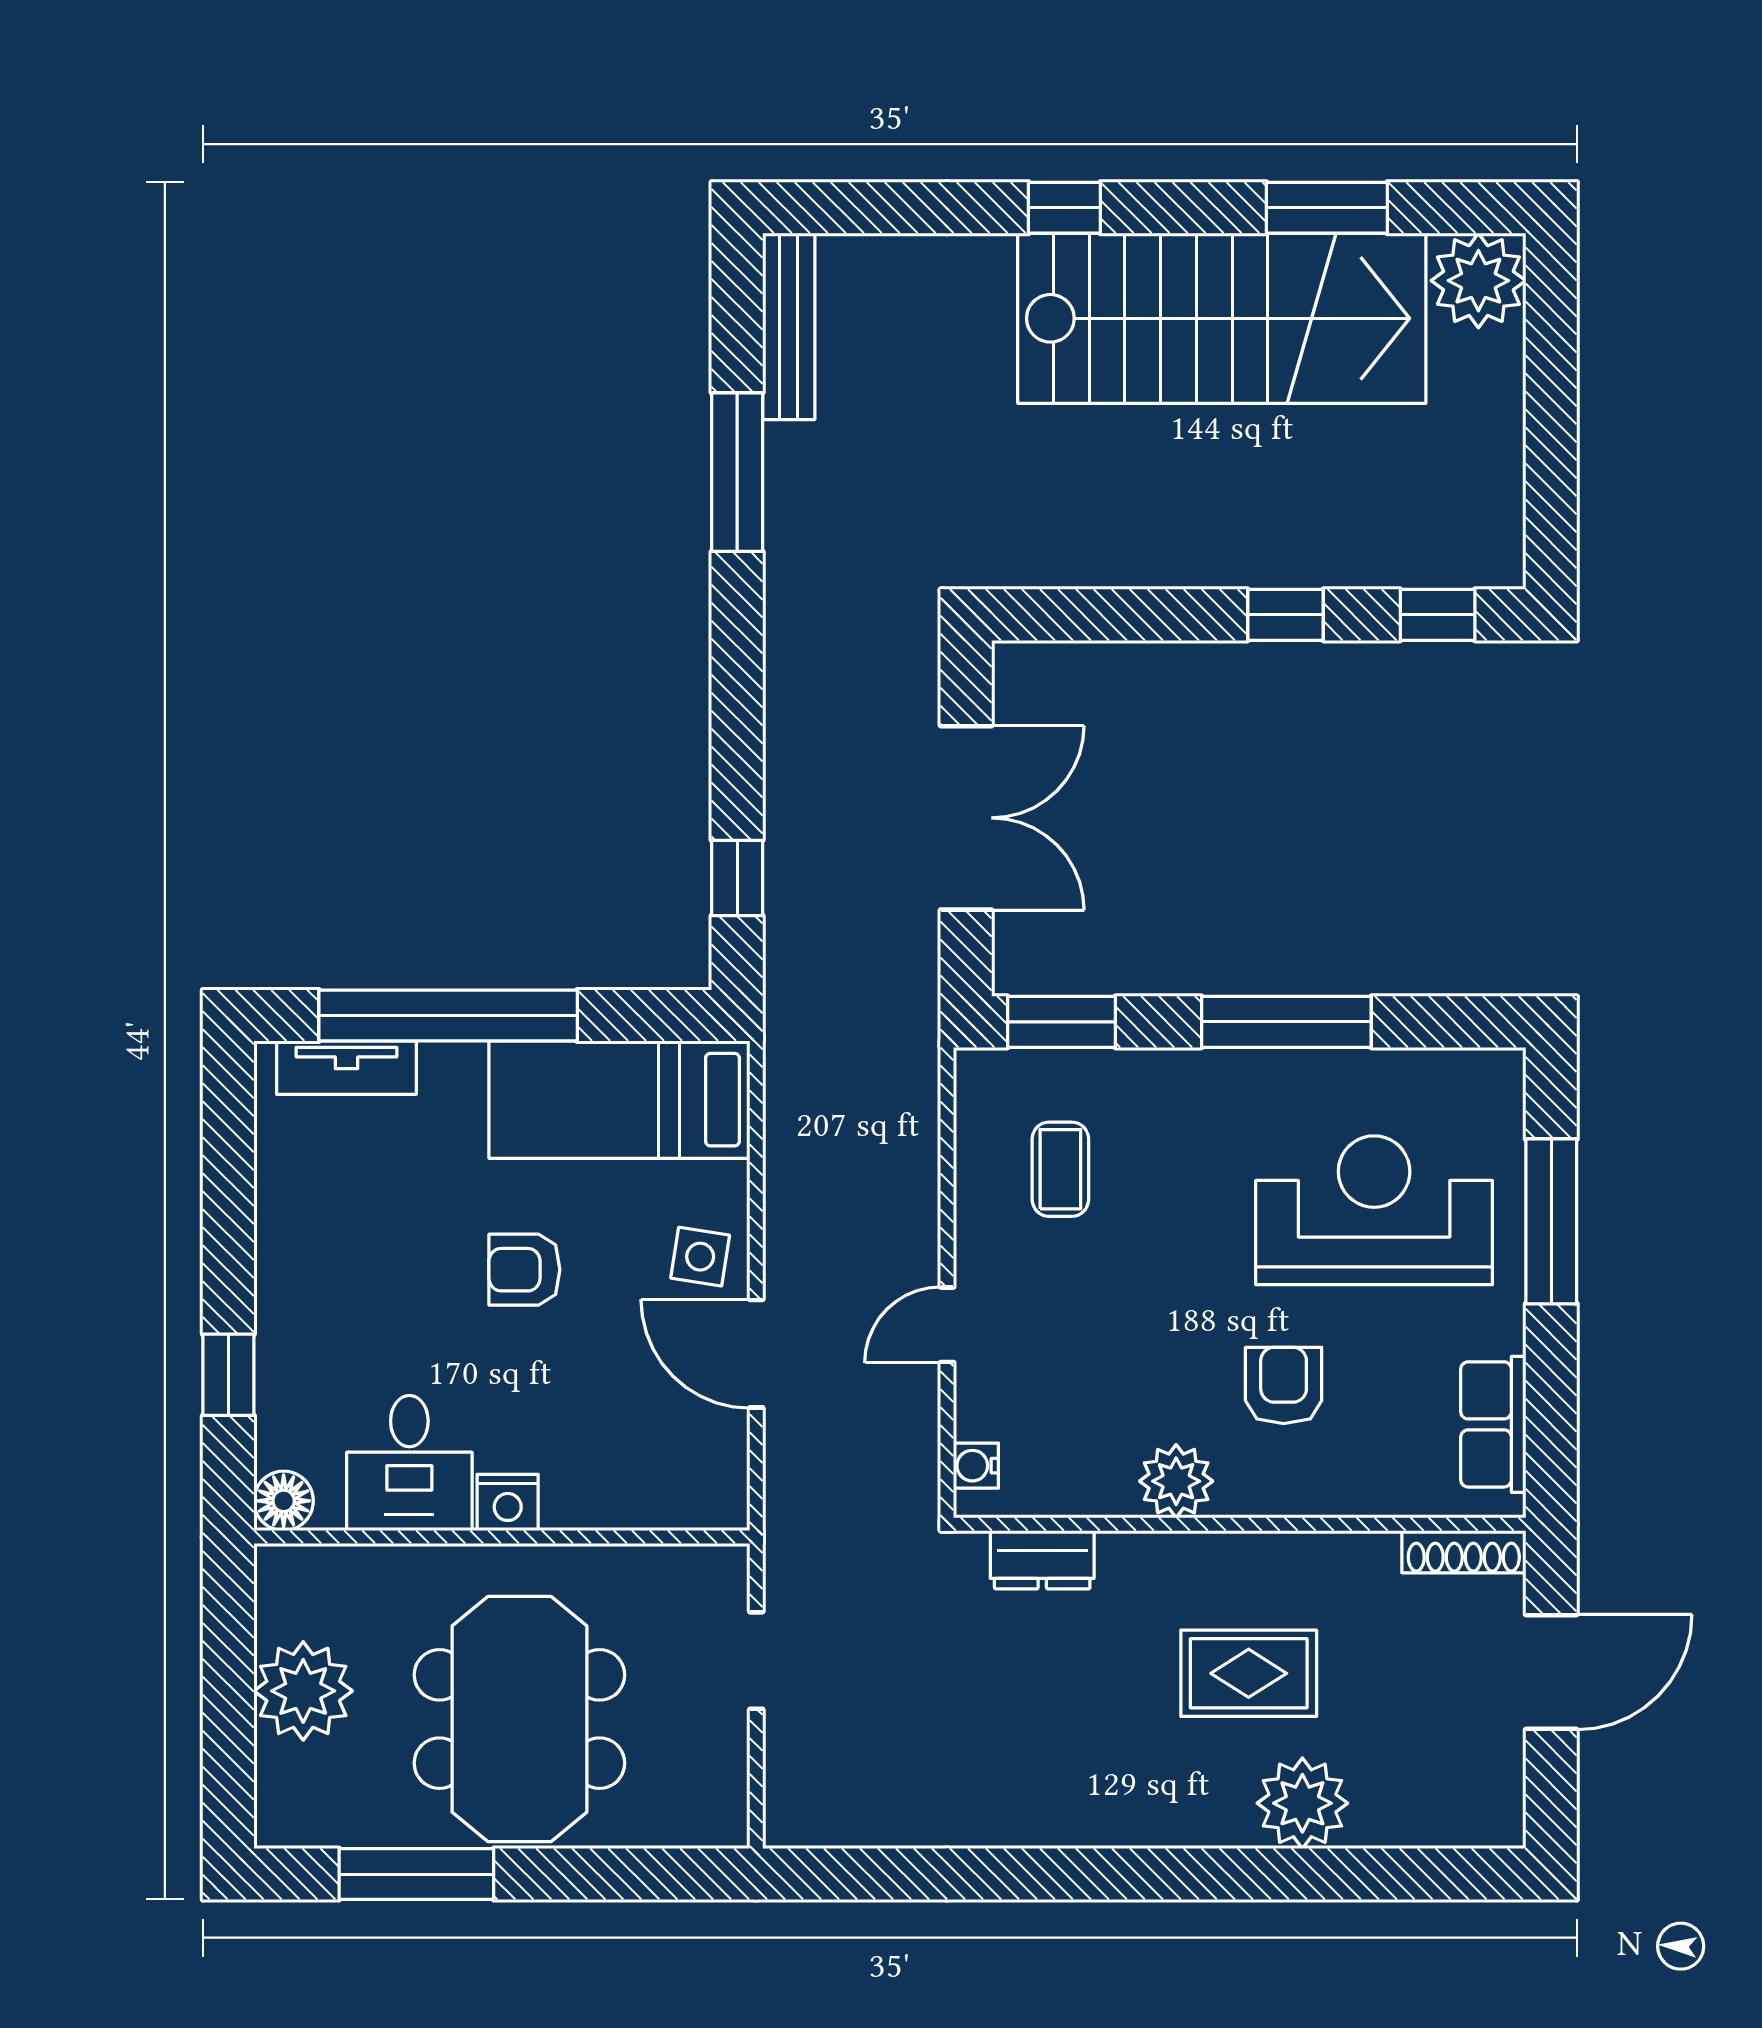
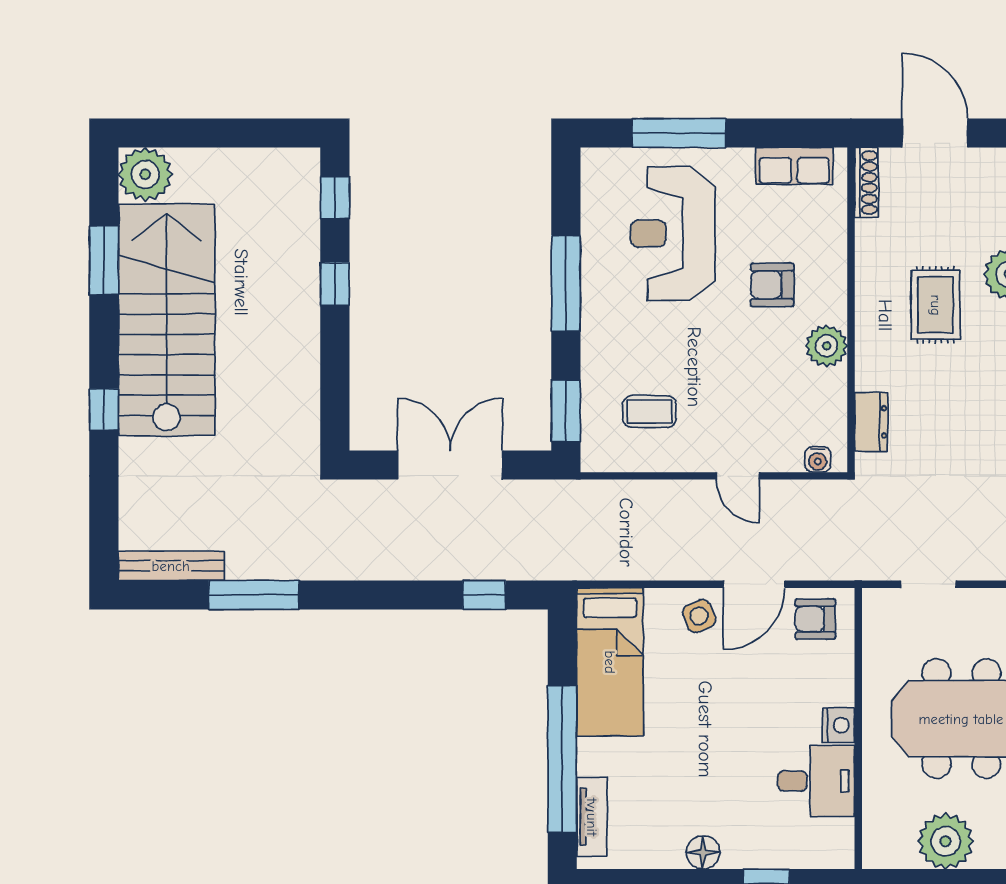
side table: (700, 1257) -> (699, 616), turned -32
armchair: (524, 1270) -> (815, 619), moved, turned 90
floor lamp: (284, 1501) -> (703, 852), moved

